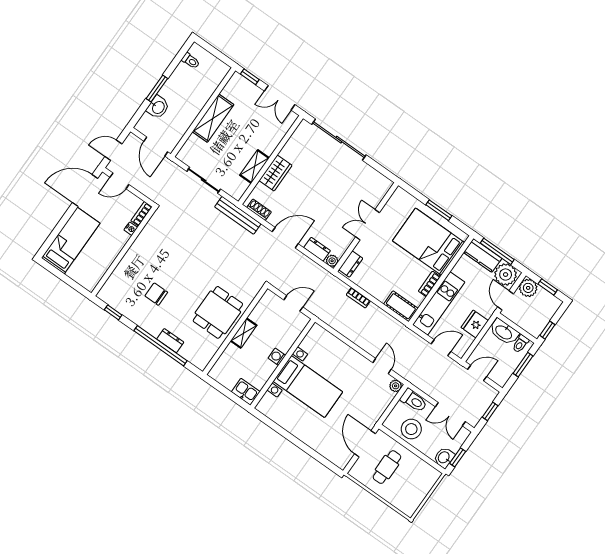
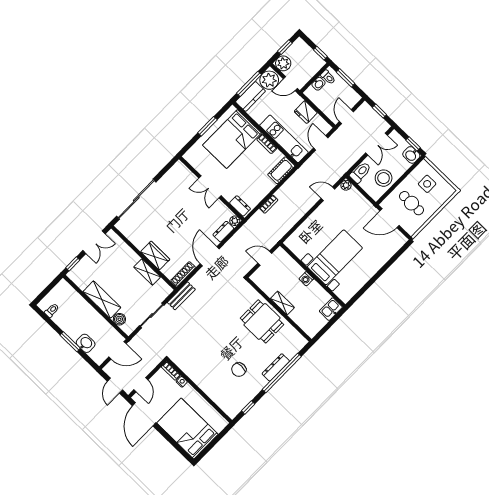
boiler: (193, 143) -> (119, 319), added
shoe rack: (259, 210) -> (183, 274), width x1.43
bench: (238, 215) -> (181, 296), width x0.73
bed: (71, 240) -> (187, 429), width x1.50
door: (293, 303) -> (265, 258), hinge flipped
washbasin: (504, 332) -> (318, 84), width x0.52, depth x0.69
dresser: (170, 341) -> (276, 367), width x1.44
side table: (413, 482) -> (427, 184), added

